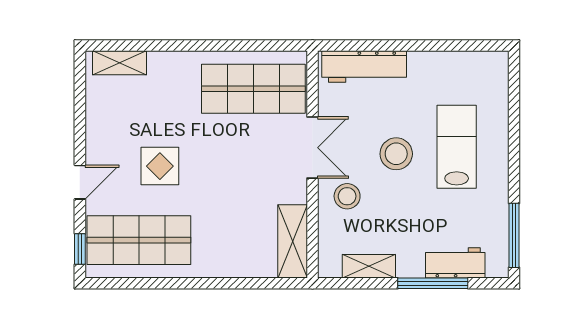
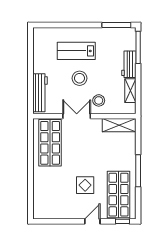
shelving: (119, 63) -> (38, 203), removed
door: (80, 182) -> (92, 221), hinge flipped
workbench: (455, 263) -> (129, 64), moved
window: (192, 283) -> (138, 171), added
window: (433, 283) -> (138, 47), moved

